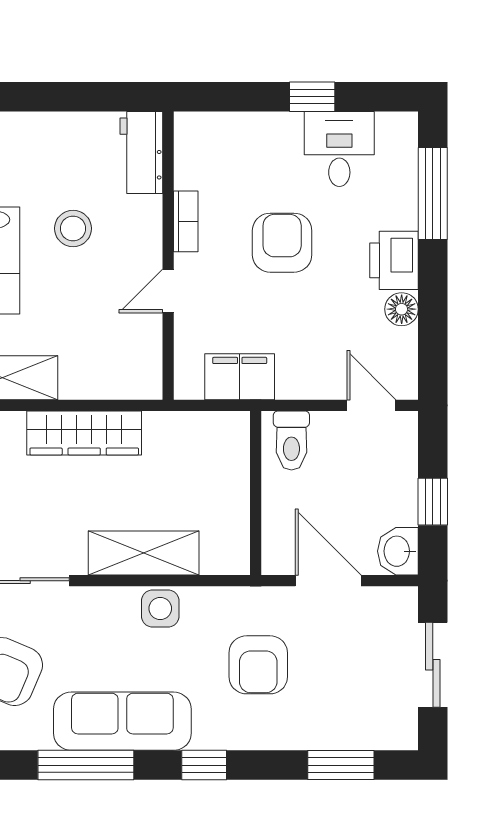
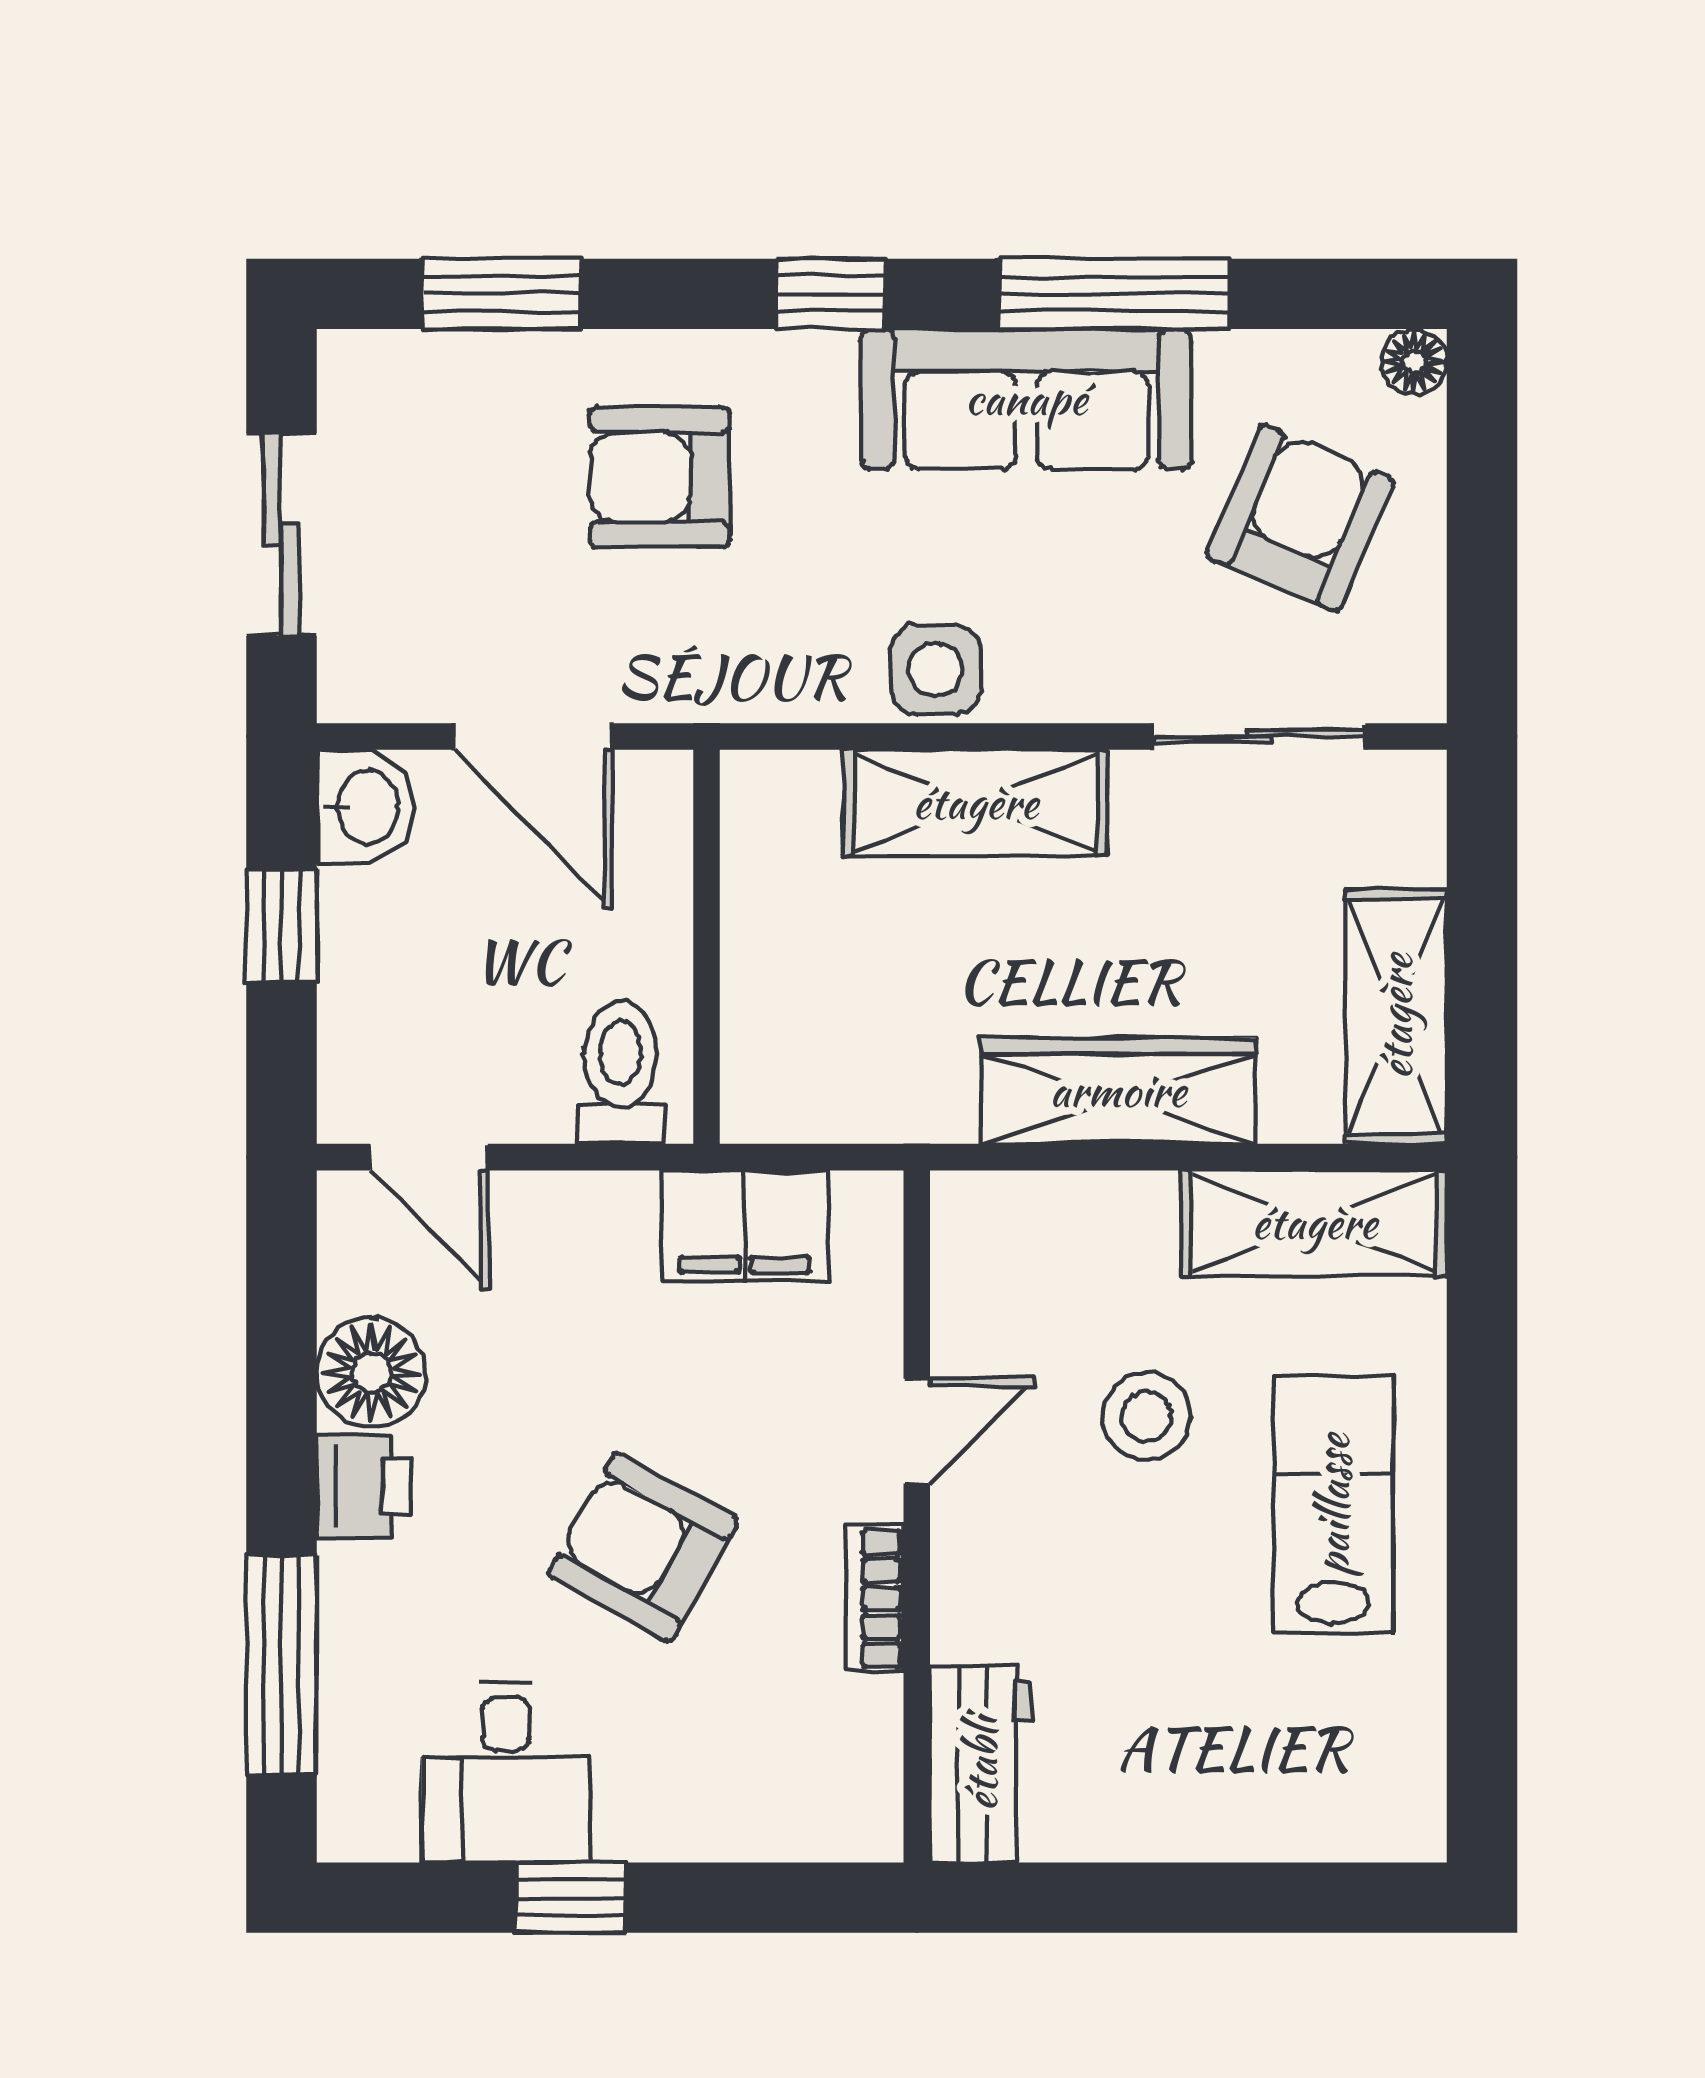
stool: (73, 228) -> (1147, 1416), moved
armchair: (282, 243) -> (643, 1547), turned 119
printer: (394, 260) -> (363, 1486), width x0.73, depth x0.81
floor lamp: (402, 309) -> (371, 1373), width x1.38, depth x1.38
armchair: (258, 665) -> (659, 477), moved, turned -90

